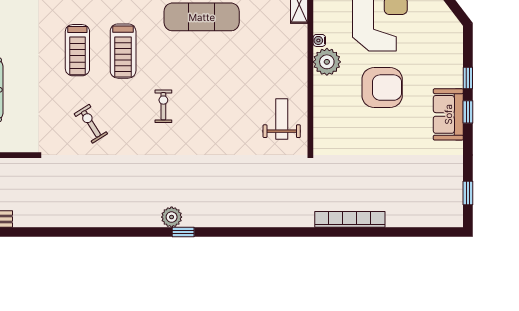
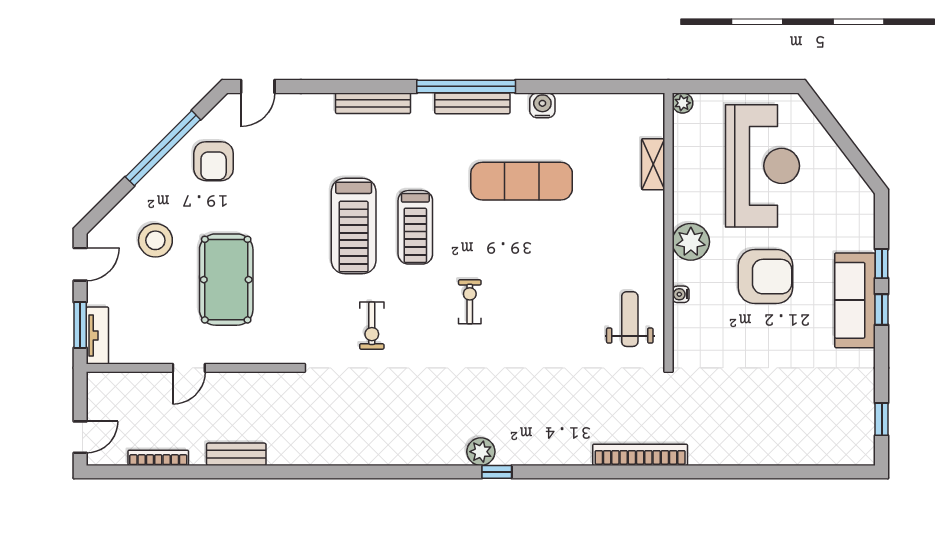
water cooler: (319, 40) -> (681, 294), moved
treadmill: (77, 50) -> (354, 226), width x1.37, depth x1.38
sofa: (448, 114) -> (855, 300), width x1.36
exercise bike: (91, 124) -> (372, 326), turned -148
bookcase: (350, 219) -> (640, 455), moved

